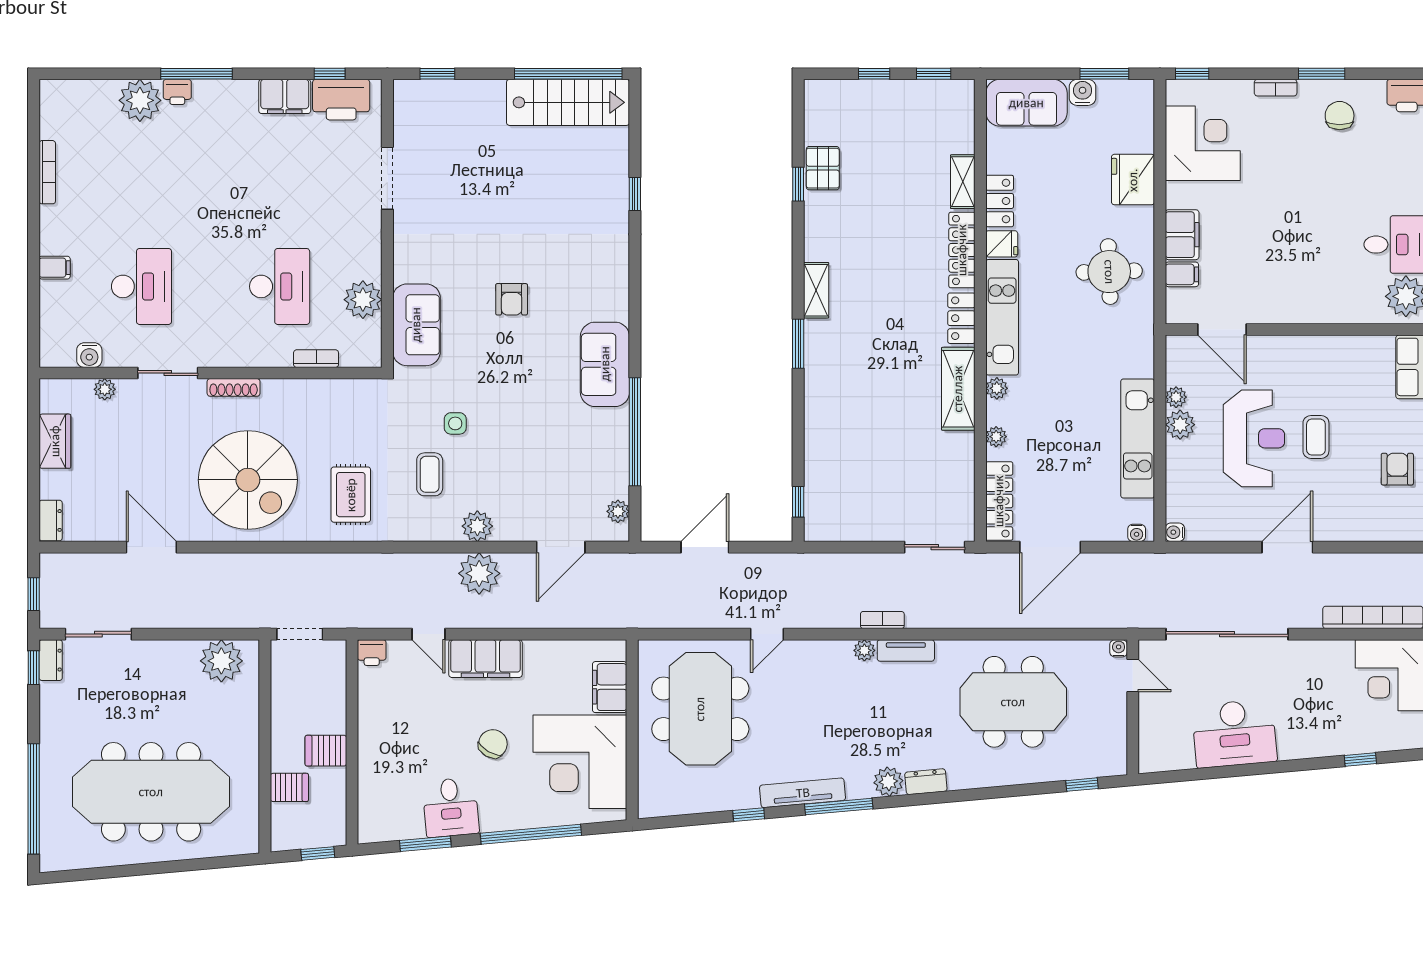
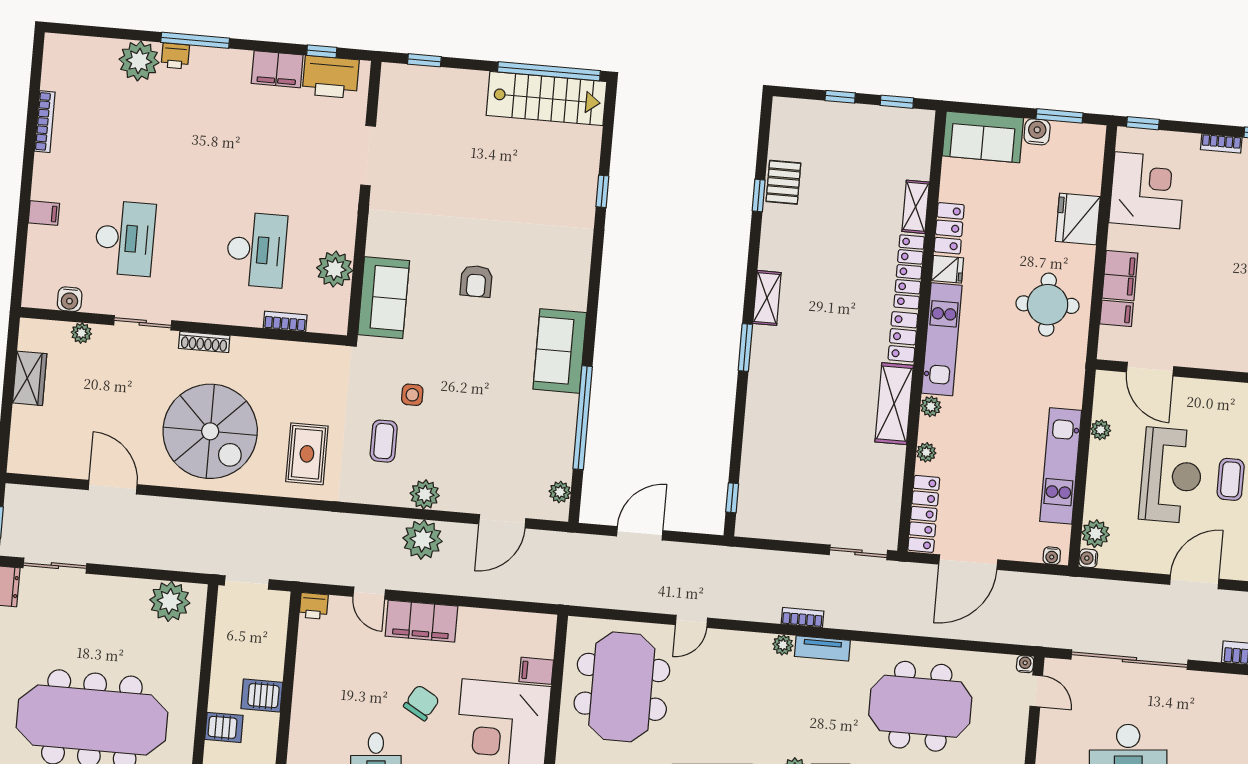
plant: (1180, 425) -> (1096, 534), moved
dresser: (51, 520) -> (19, 453), removed
filing cabinet: (610, 687) -> (536, 671), width x0.50

